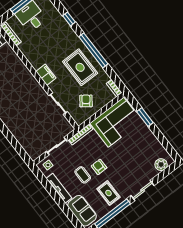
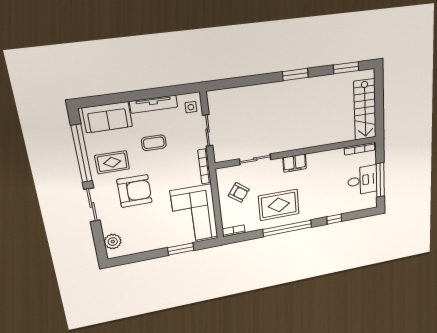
armchair: (99, 167) -> (135, 191), moved, width x1.88, depth x1.88

